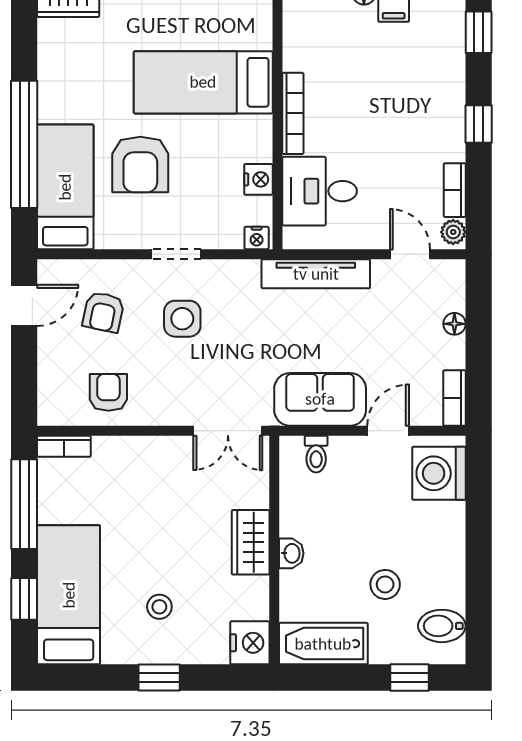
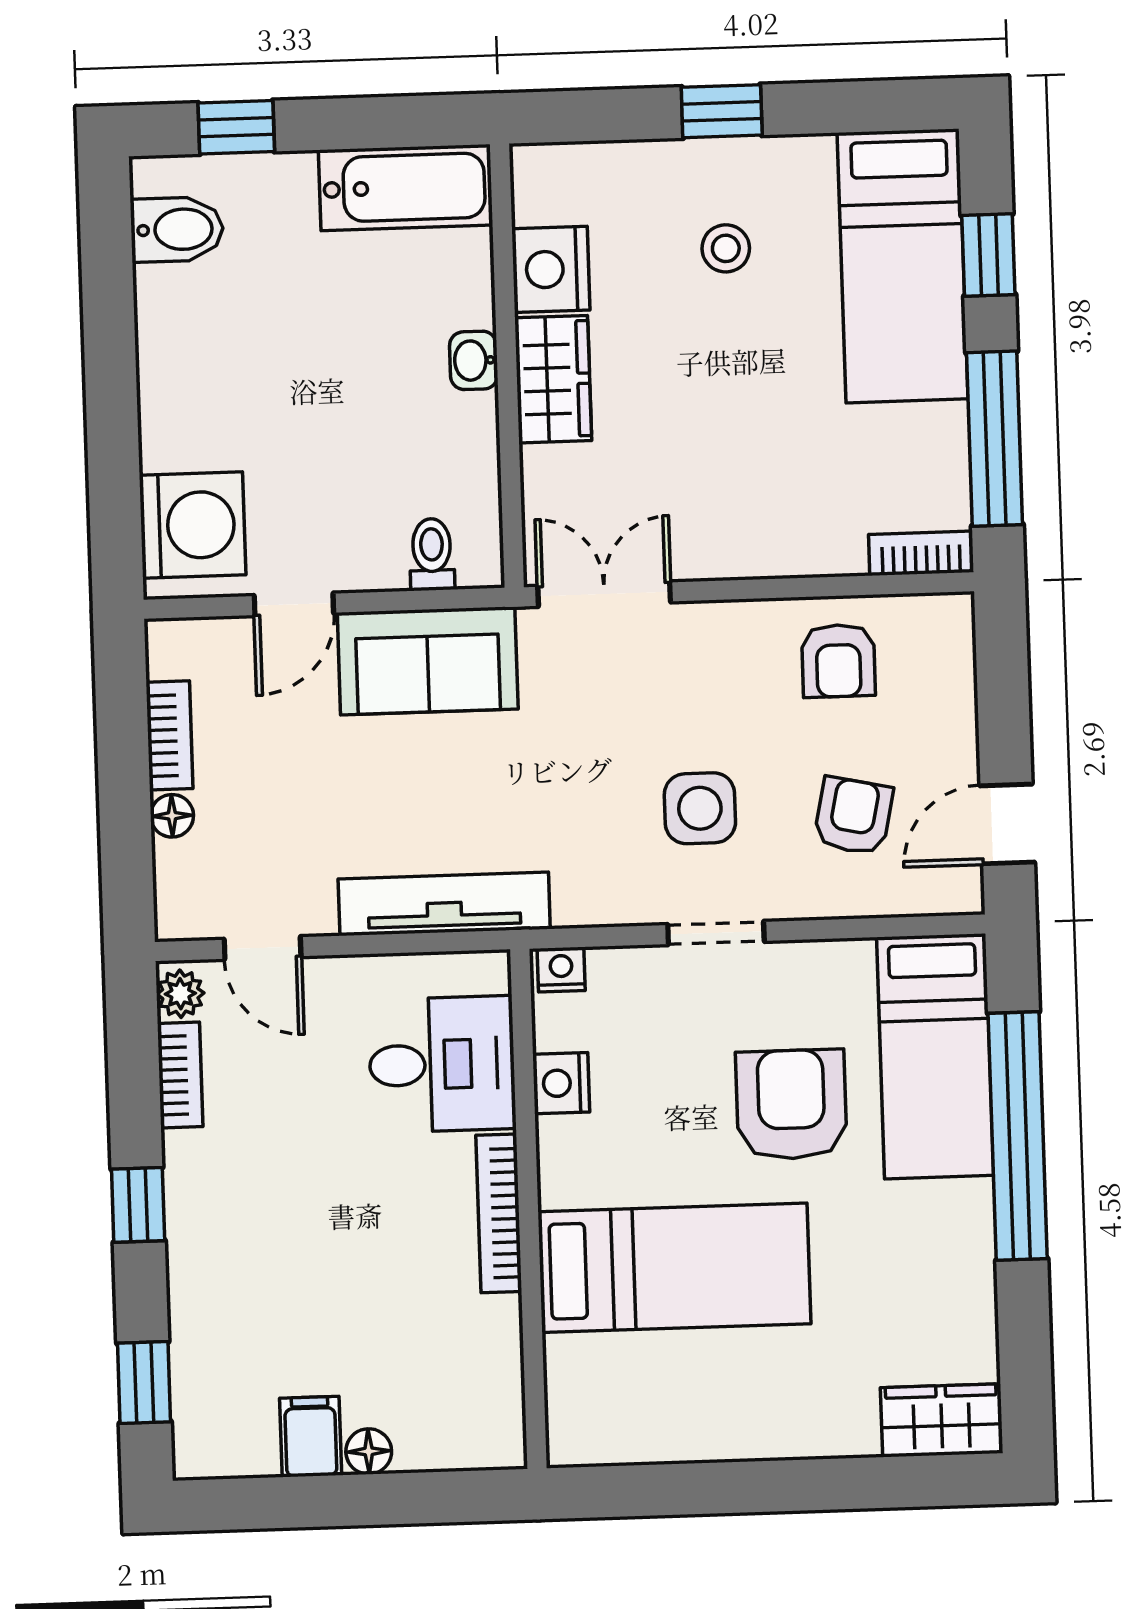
bookcase: (454, 398) -> (169, 735), moved
stool: (385, 584) -> (290, 306), removed
nightstand: (250, 643) -> (551, 269), moved

